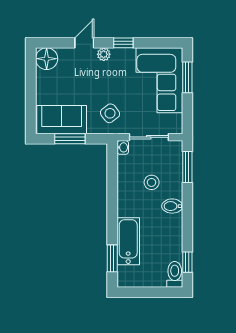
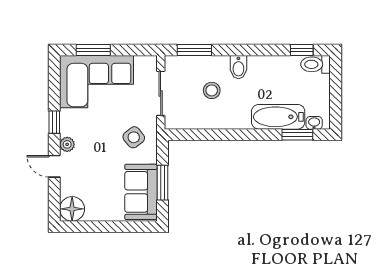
washbasin: (123, 147) -> (314, 123), moved

